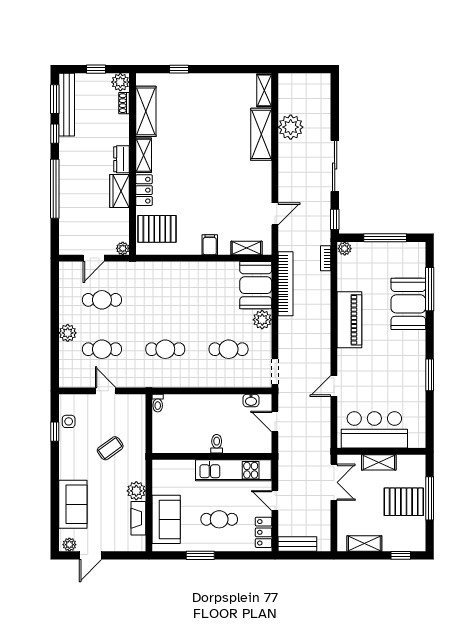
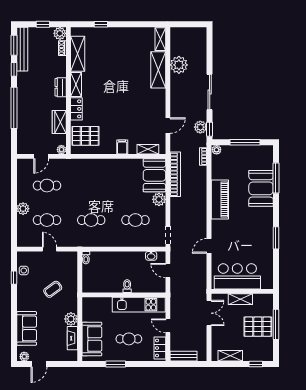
wardrobe: (120, 191) -> (59, 122), moved
plant: (322, 216) -> (200, 127), added

